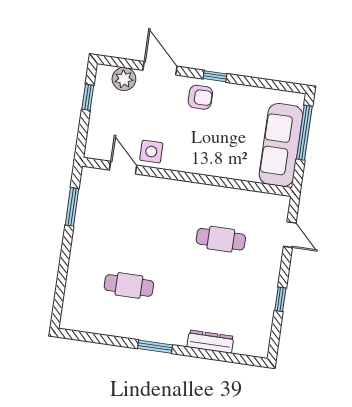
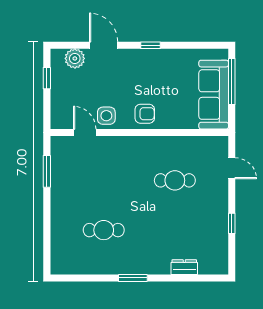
armchair: (200, 97) -> (145, 114), moved
dresser: (210, 342) -> (184, 267), width x0.70

